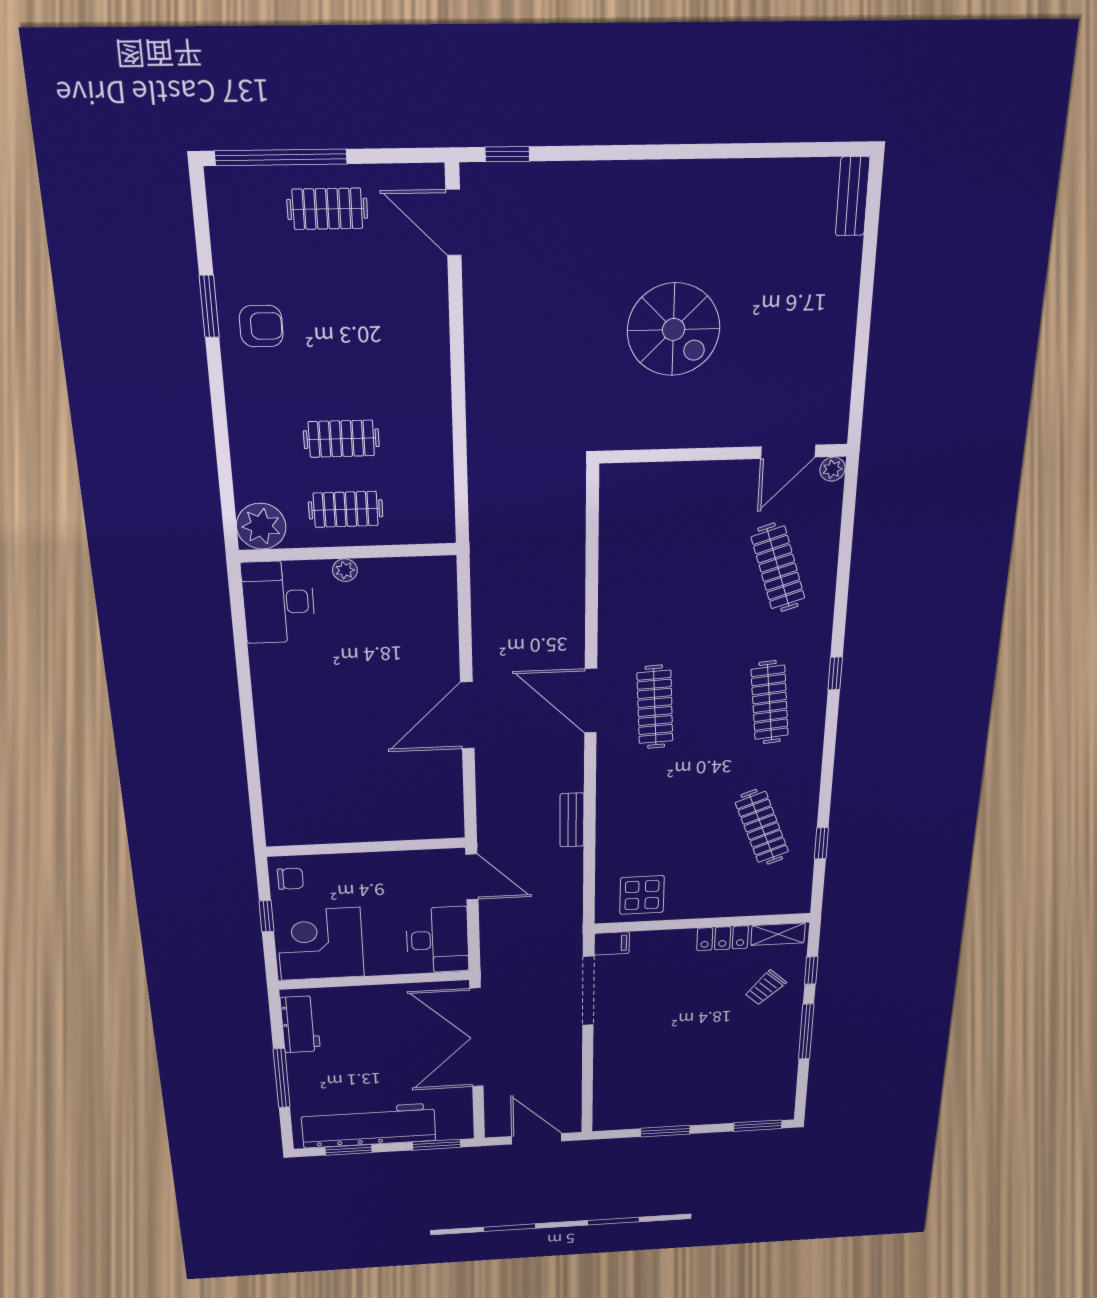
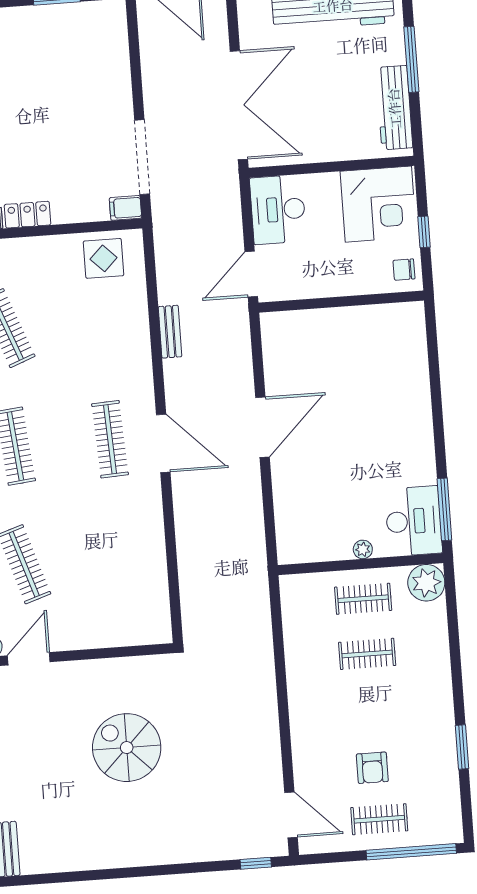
armchair: (261, 326) -> (372, 768), moved, turned -90
window: (238, 615) -> (444, 509), added
door: (472, 877) -> (251, 274), hinge flipped
workbench: (300, 1024) -> (394, 108), width x1.37

